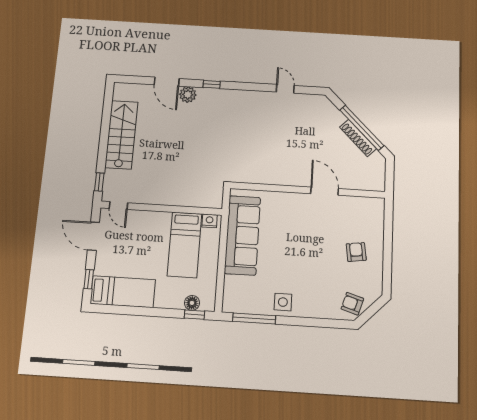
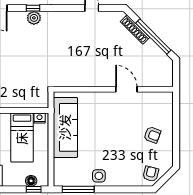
plant: (188, 95) -> (34, 18), moved
shoe rack: (358, 138) -> (135, 29), moved
armchair: (356, 252) -> (152, 135), turned 118
armchair: (352, 304) -> (151, 174), turned 87

